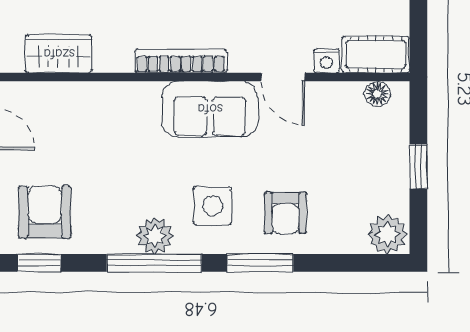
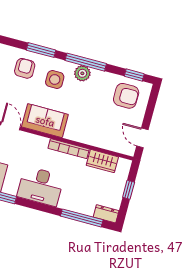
bookcase: (181, 61) -> (69, 149), moved
armchair: (45, 212) -> (126, 96), turned -90

